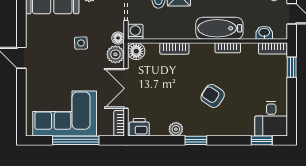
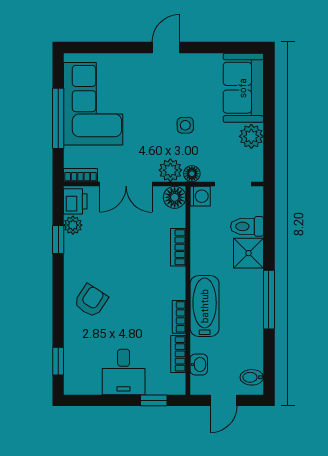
bookcase: (273, 48) -> (178, 354), moved
double door: (126, 88) -> (126, 184), swing flipped
armchair: (213, 96) -> (91, 301), moved
desk: (271, 119) -> (124, 372), moved, turned -90
plant: (176, 129) -> (73, 225), moved
window: (196, 140) -> (58, 240), moved

